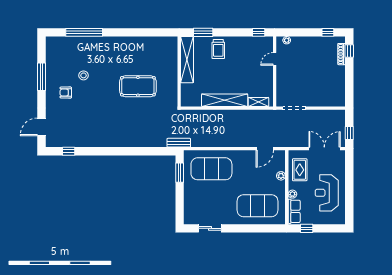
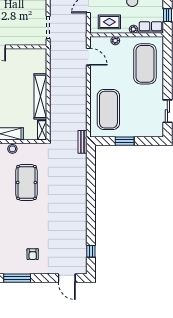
stool: (84, 75) -> (12, 149), moved
shelving: (259, 102) -> (42, 130), moved
window: (180, 173) -> (125, 141), moved

